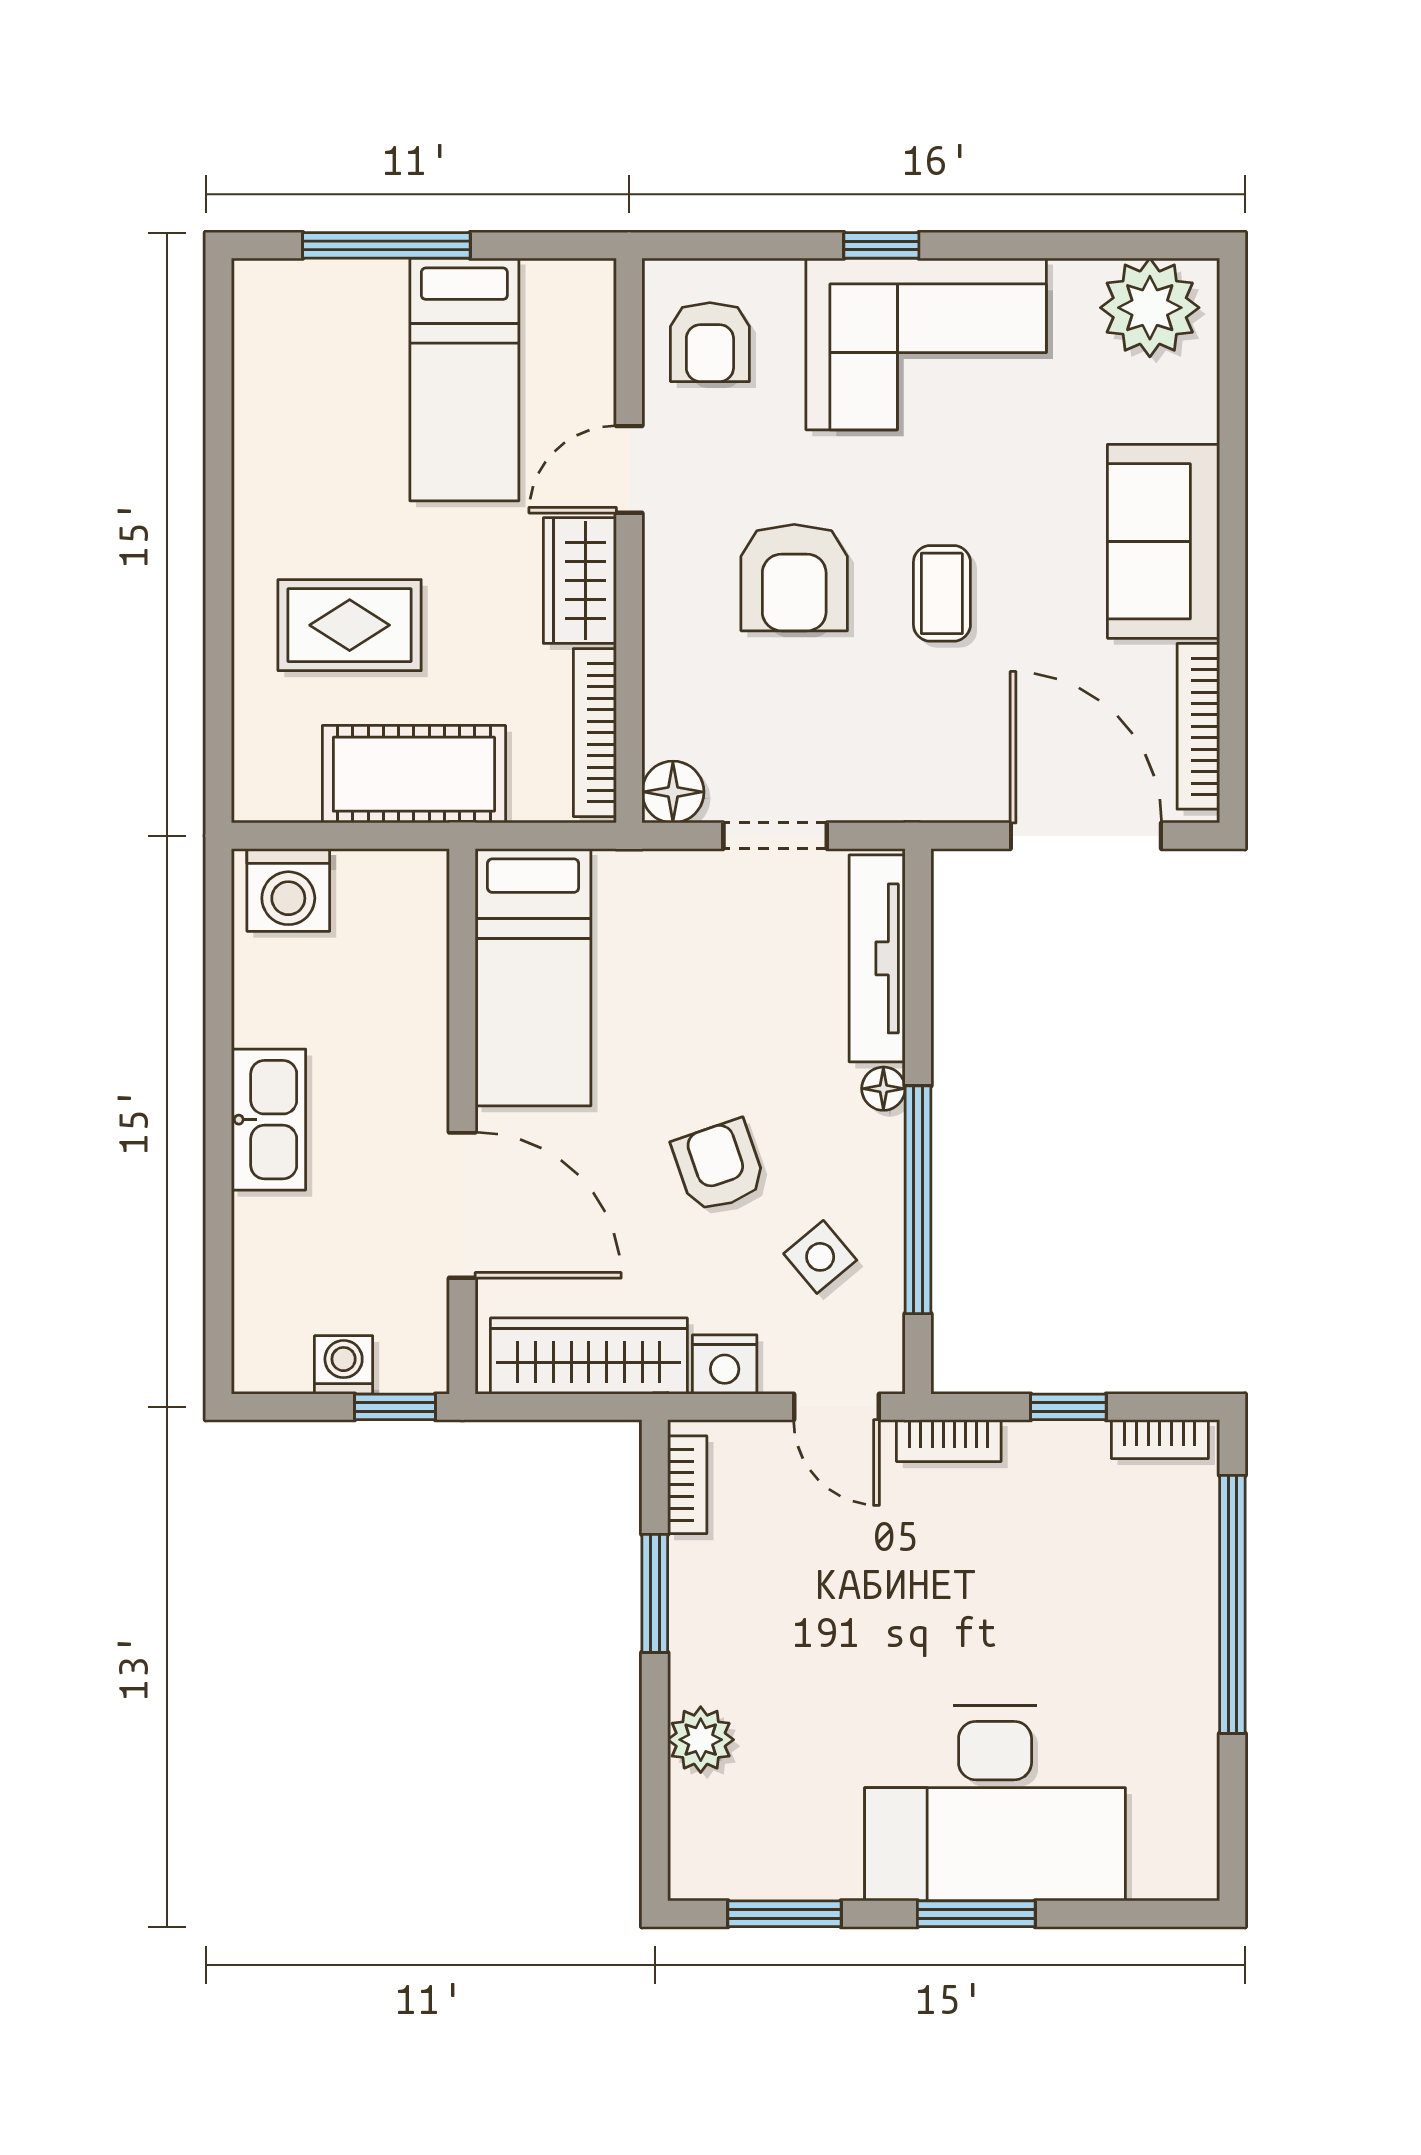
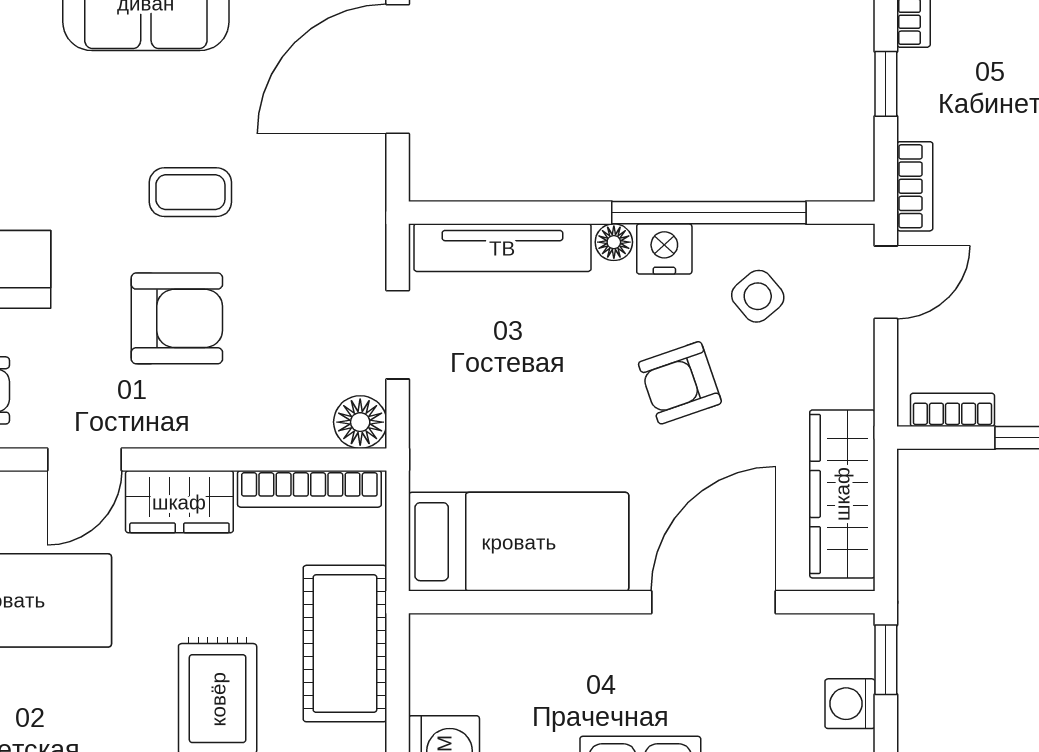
door: (629, 469) -> (84, 460), hinge flipped
nightstand: (725, 1364) -> (664, 249), moved, turned -90

